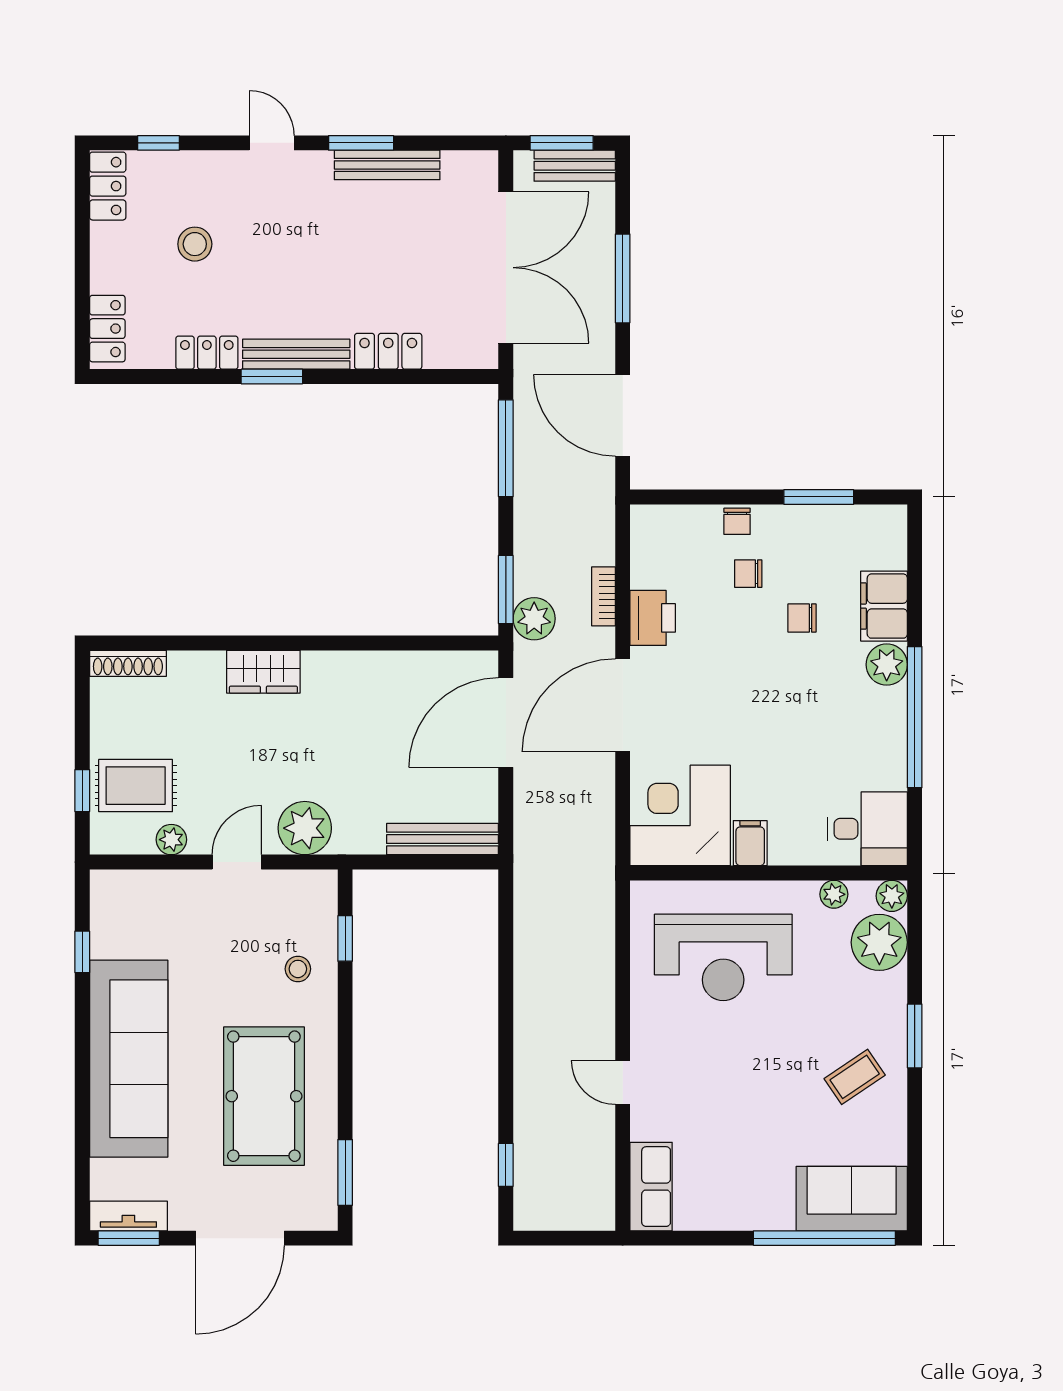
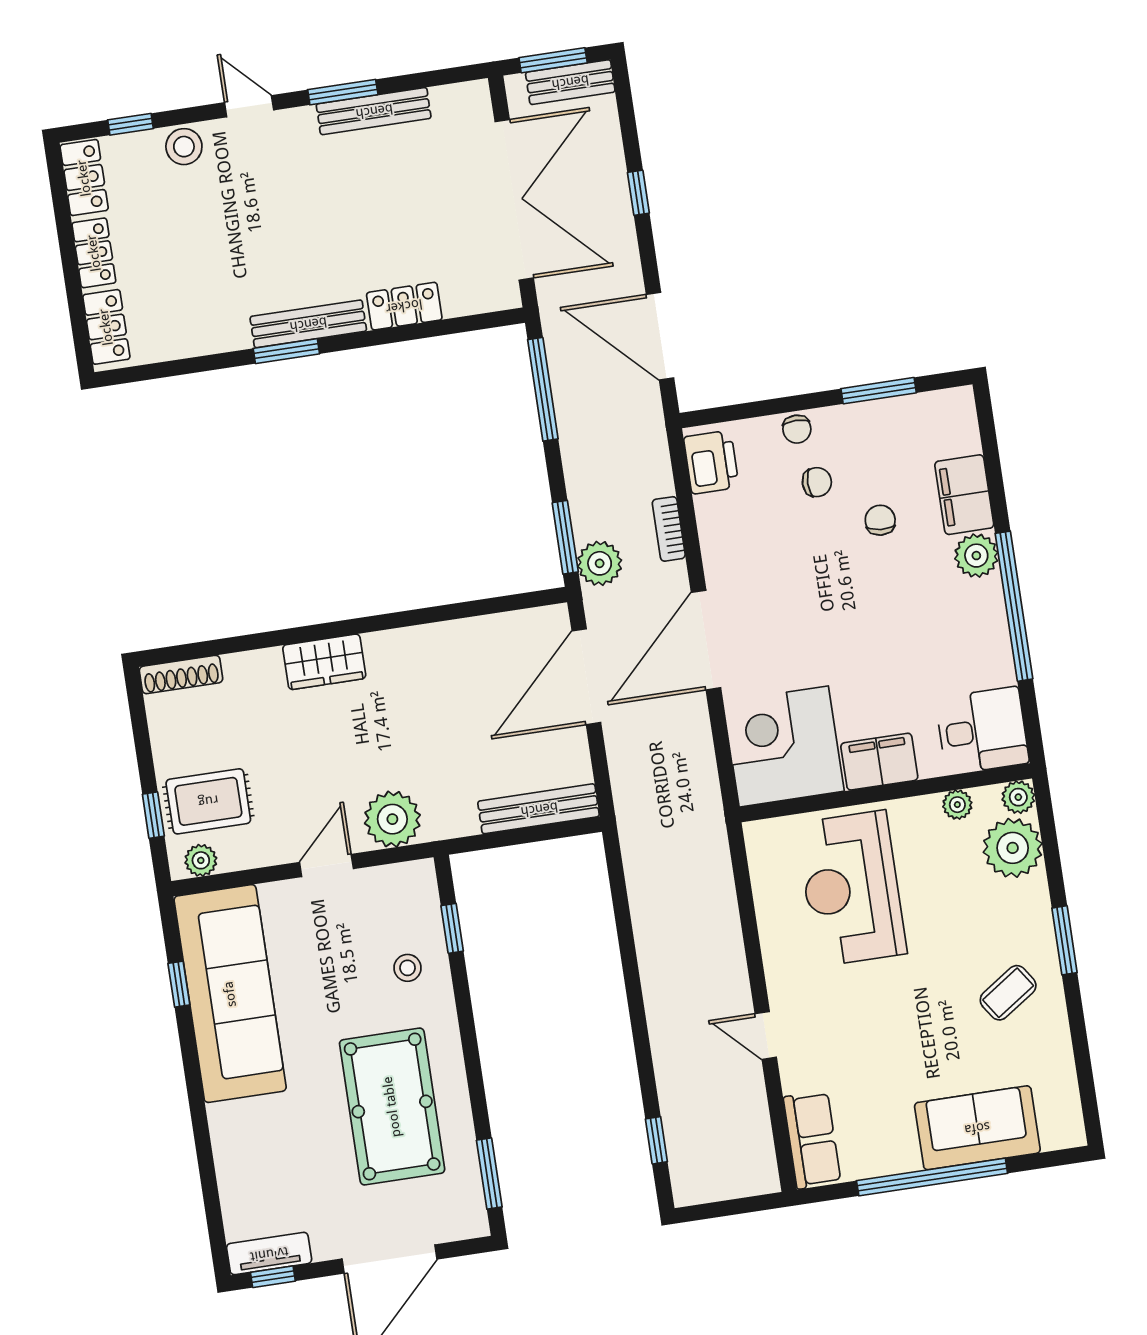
stool: (195, 244) -> (184, 147), moved
window: (623, 278) -> (638, 193), width x0.46
locker: (207, 353) -> (94, 253), moved, turned 90
chair: (748, 574) -> (817, 482), turned 180
printer: (653, 618) -> (711, 462), moved
chair: (802, 618) -> (880, 520), turned 95
plant: (171, 840) -> (201, 860), moved
filing cabinet: (750, 843) -> (879, 762), width x2.00
reception desk: (723, 957) -> (851, 888), turned 90
sofa: (129, 1059) -> (230, 994), moved
sofa: (852, 1199) -> (977, 1128), moved
window: (129, 1238) -> (273, 1277), width x0.67
window: (824, 1238) -> (932, 1177), moved

